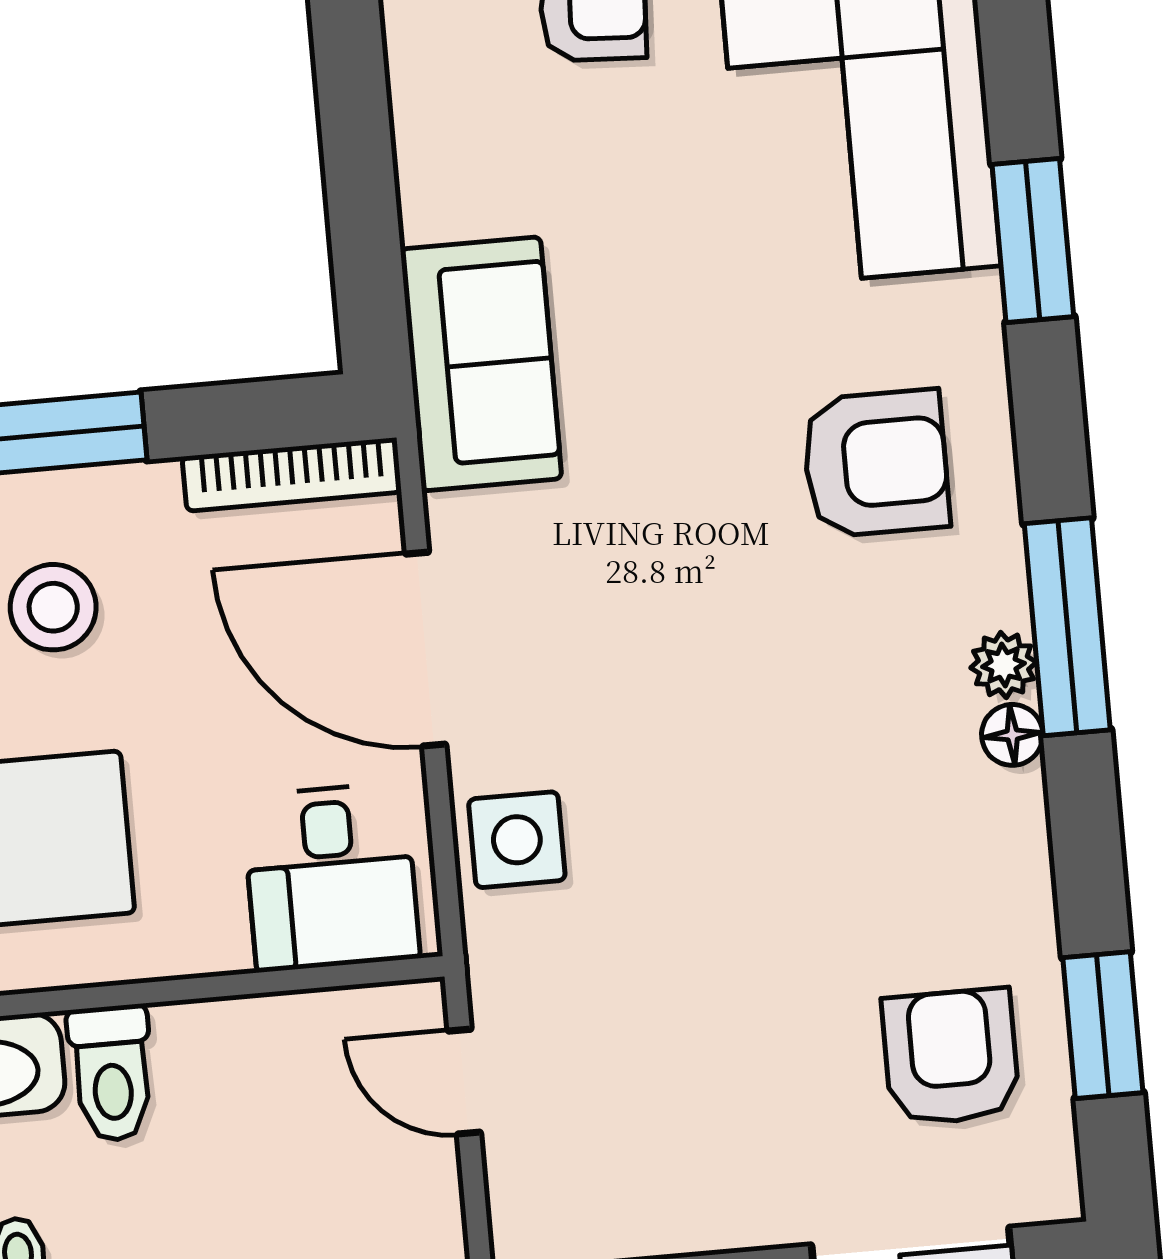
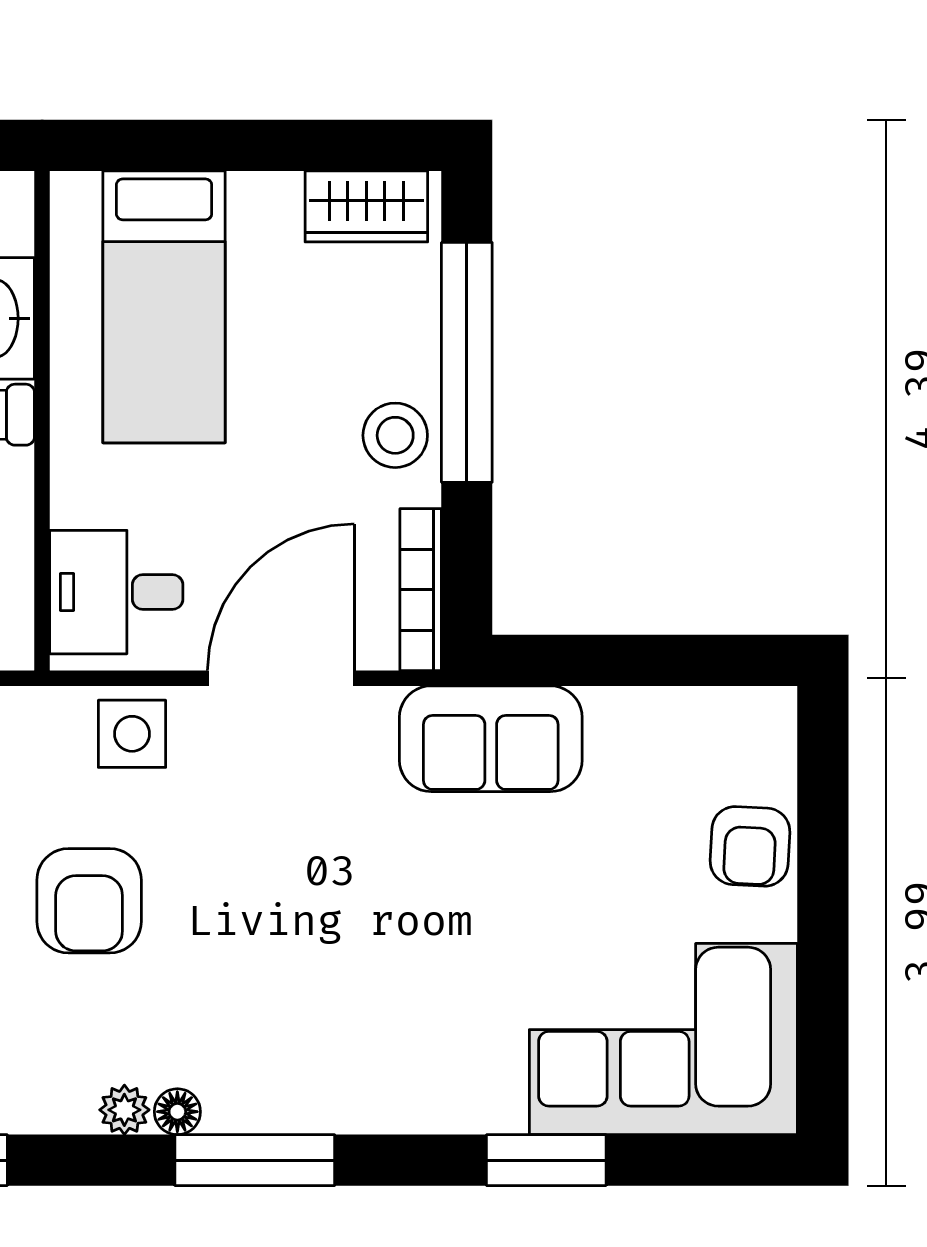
armchair: (876, 463) -> (89, 901), moved
stool: (53, 607) -> (395, 435), moved
plant: (1003, 665) -> (124, 1110), moved

